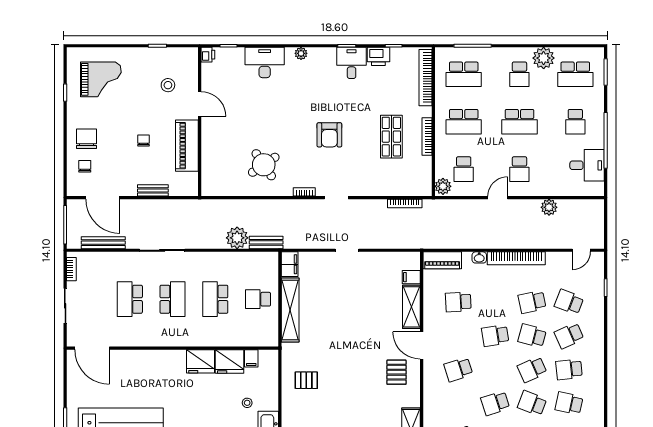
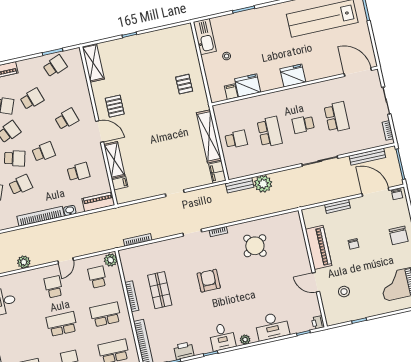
desk: (352, 63) -> (222, 337), moved
school desk: (575, 122) -> (18, 334), removed
chair: (85, 166) -> (397, 194), moved
school desk: (173, 299) -> (303, 124), width x0.54
fridge: (200, 361) -> (293, 75), moved
pallet: (306, 380) -> (184, 84), turned 90

